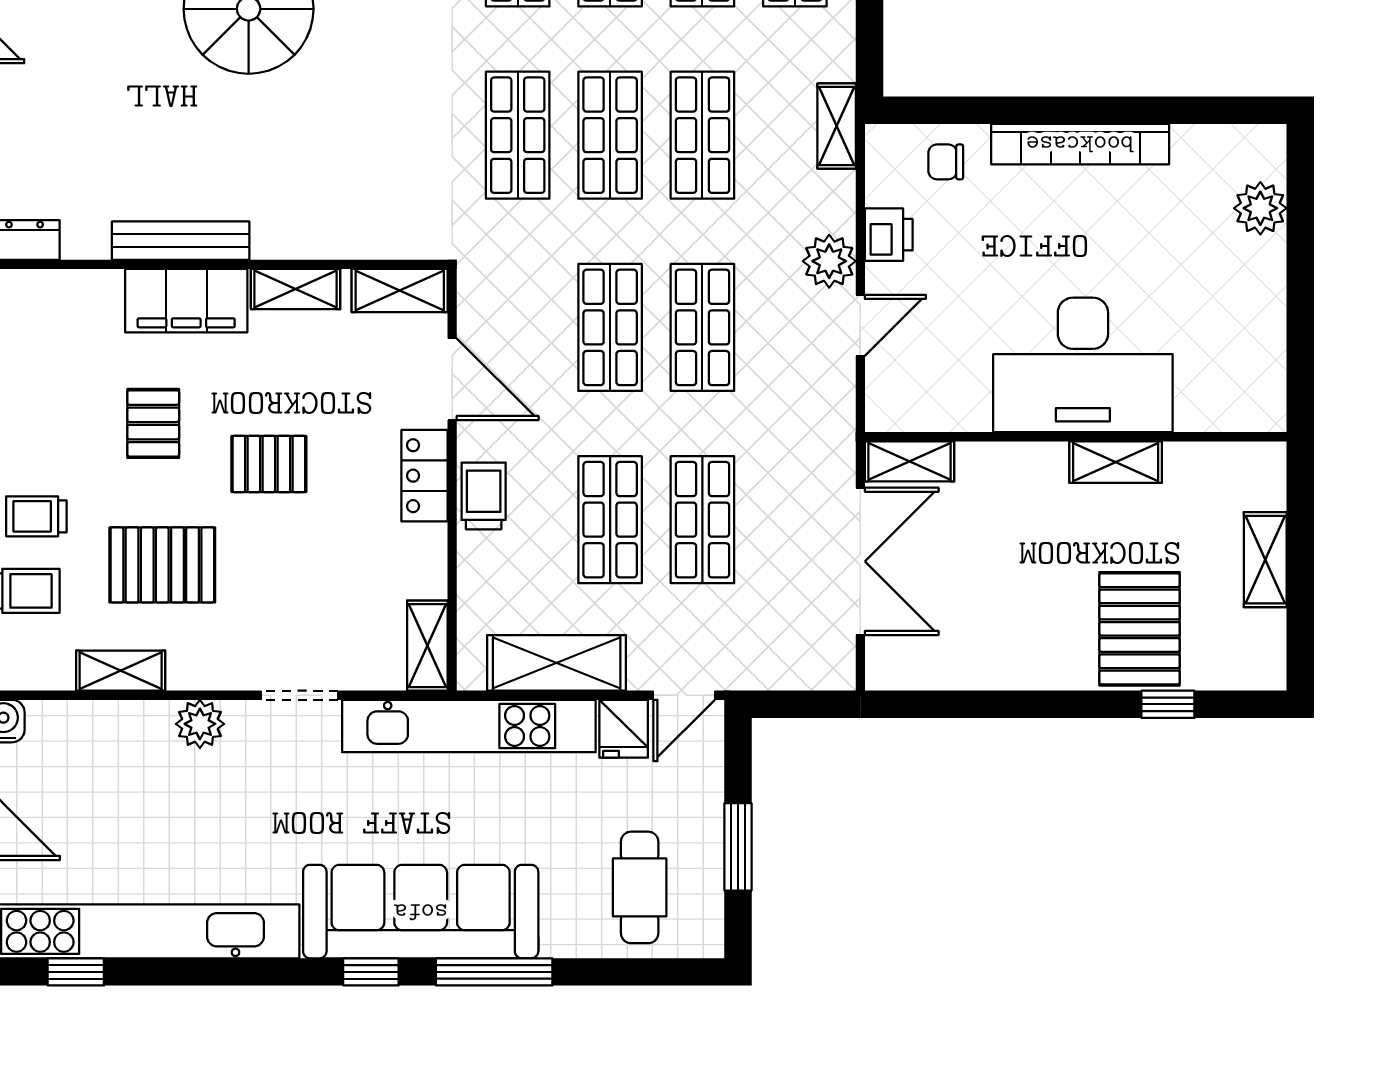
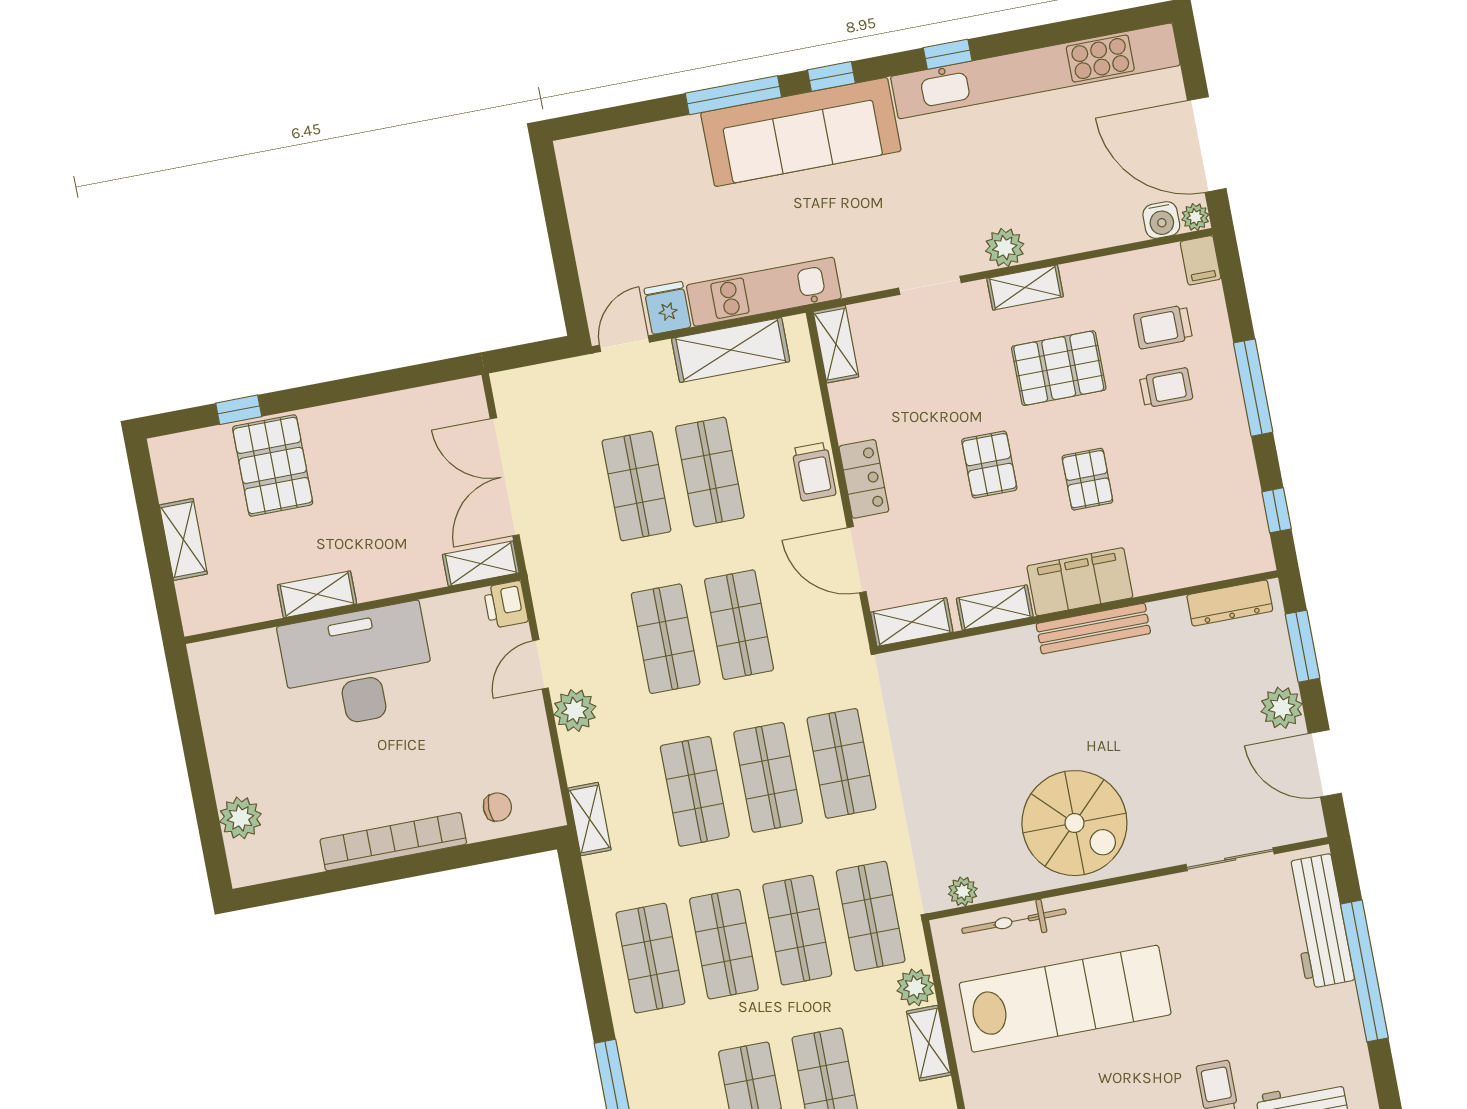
printer: (889, 235) -> (506, 605), moved
pallet: (269, 464) -> (989, 464), turned 90
shelving: (121, 671) -> (1025, 288), moved
kitchen unit: (469, 726) -> (764, 292), width x0.73
window: (738, 847) -> (559, 231), removed
cafe table: (640, 887) -> (631, 184), removed
window: (76, 972) -> (948, 54), moved

